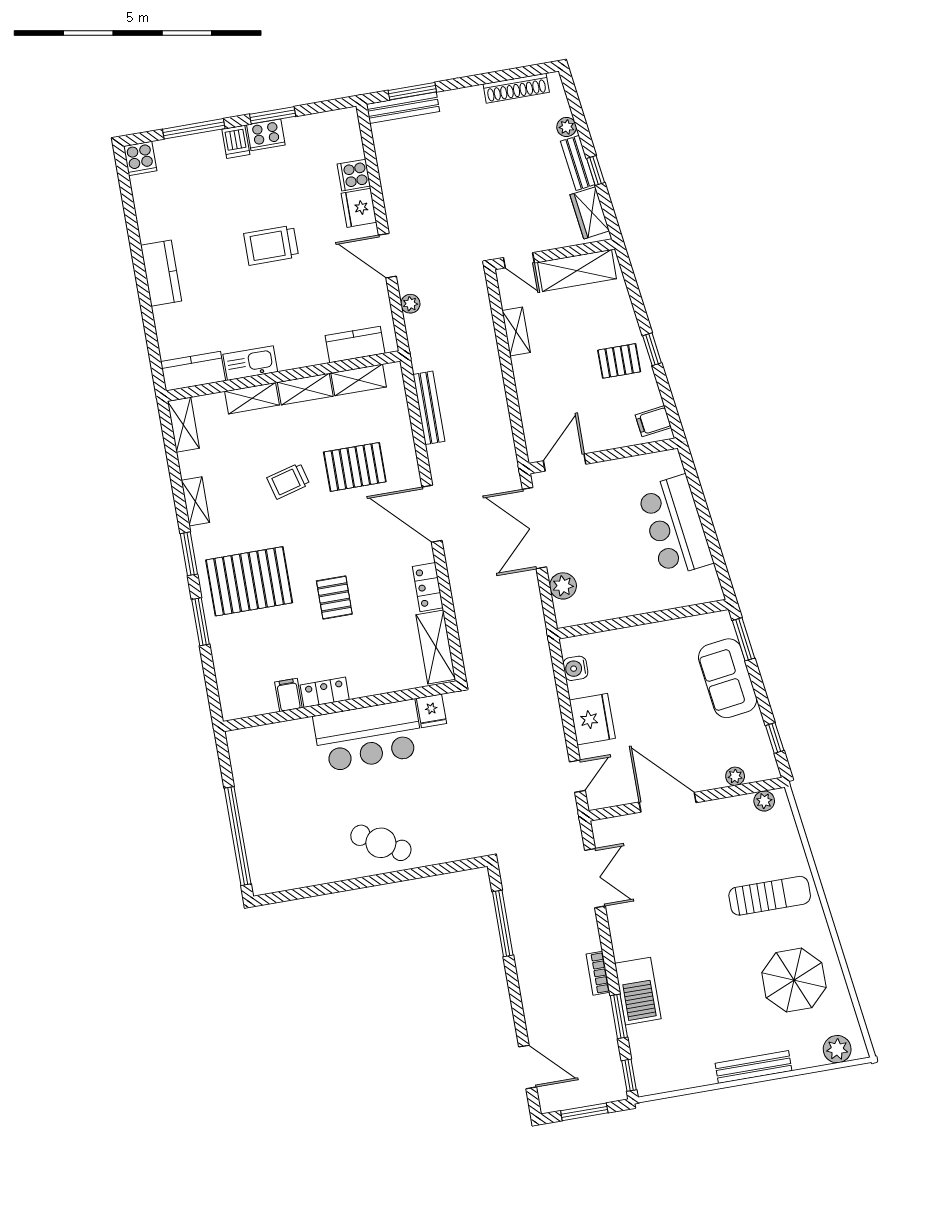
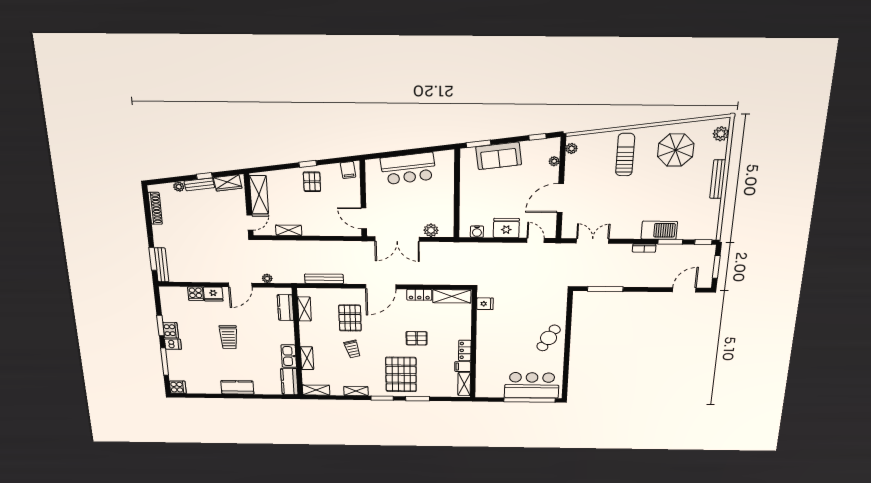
shelving: (305, 389) -> (464, 384), moved
bar counter: (368, 736) -> (532, 385), moved, turned -90

